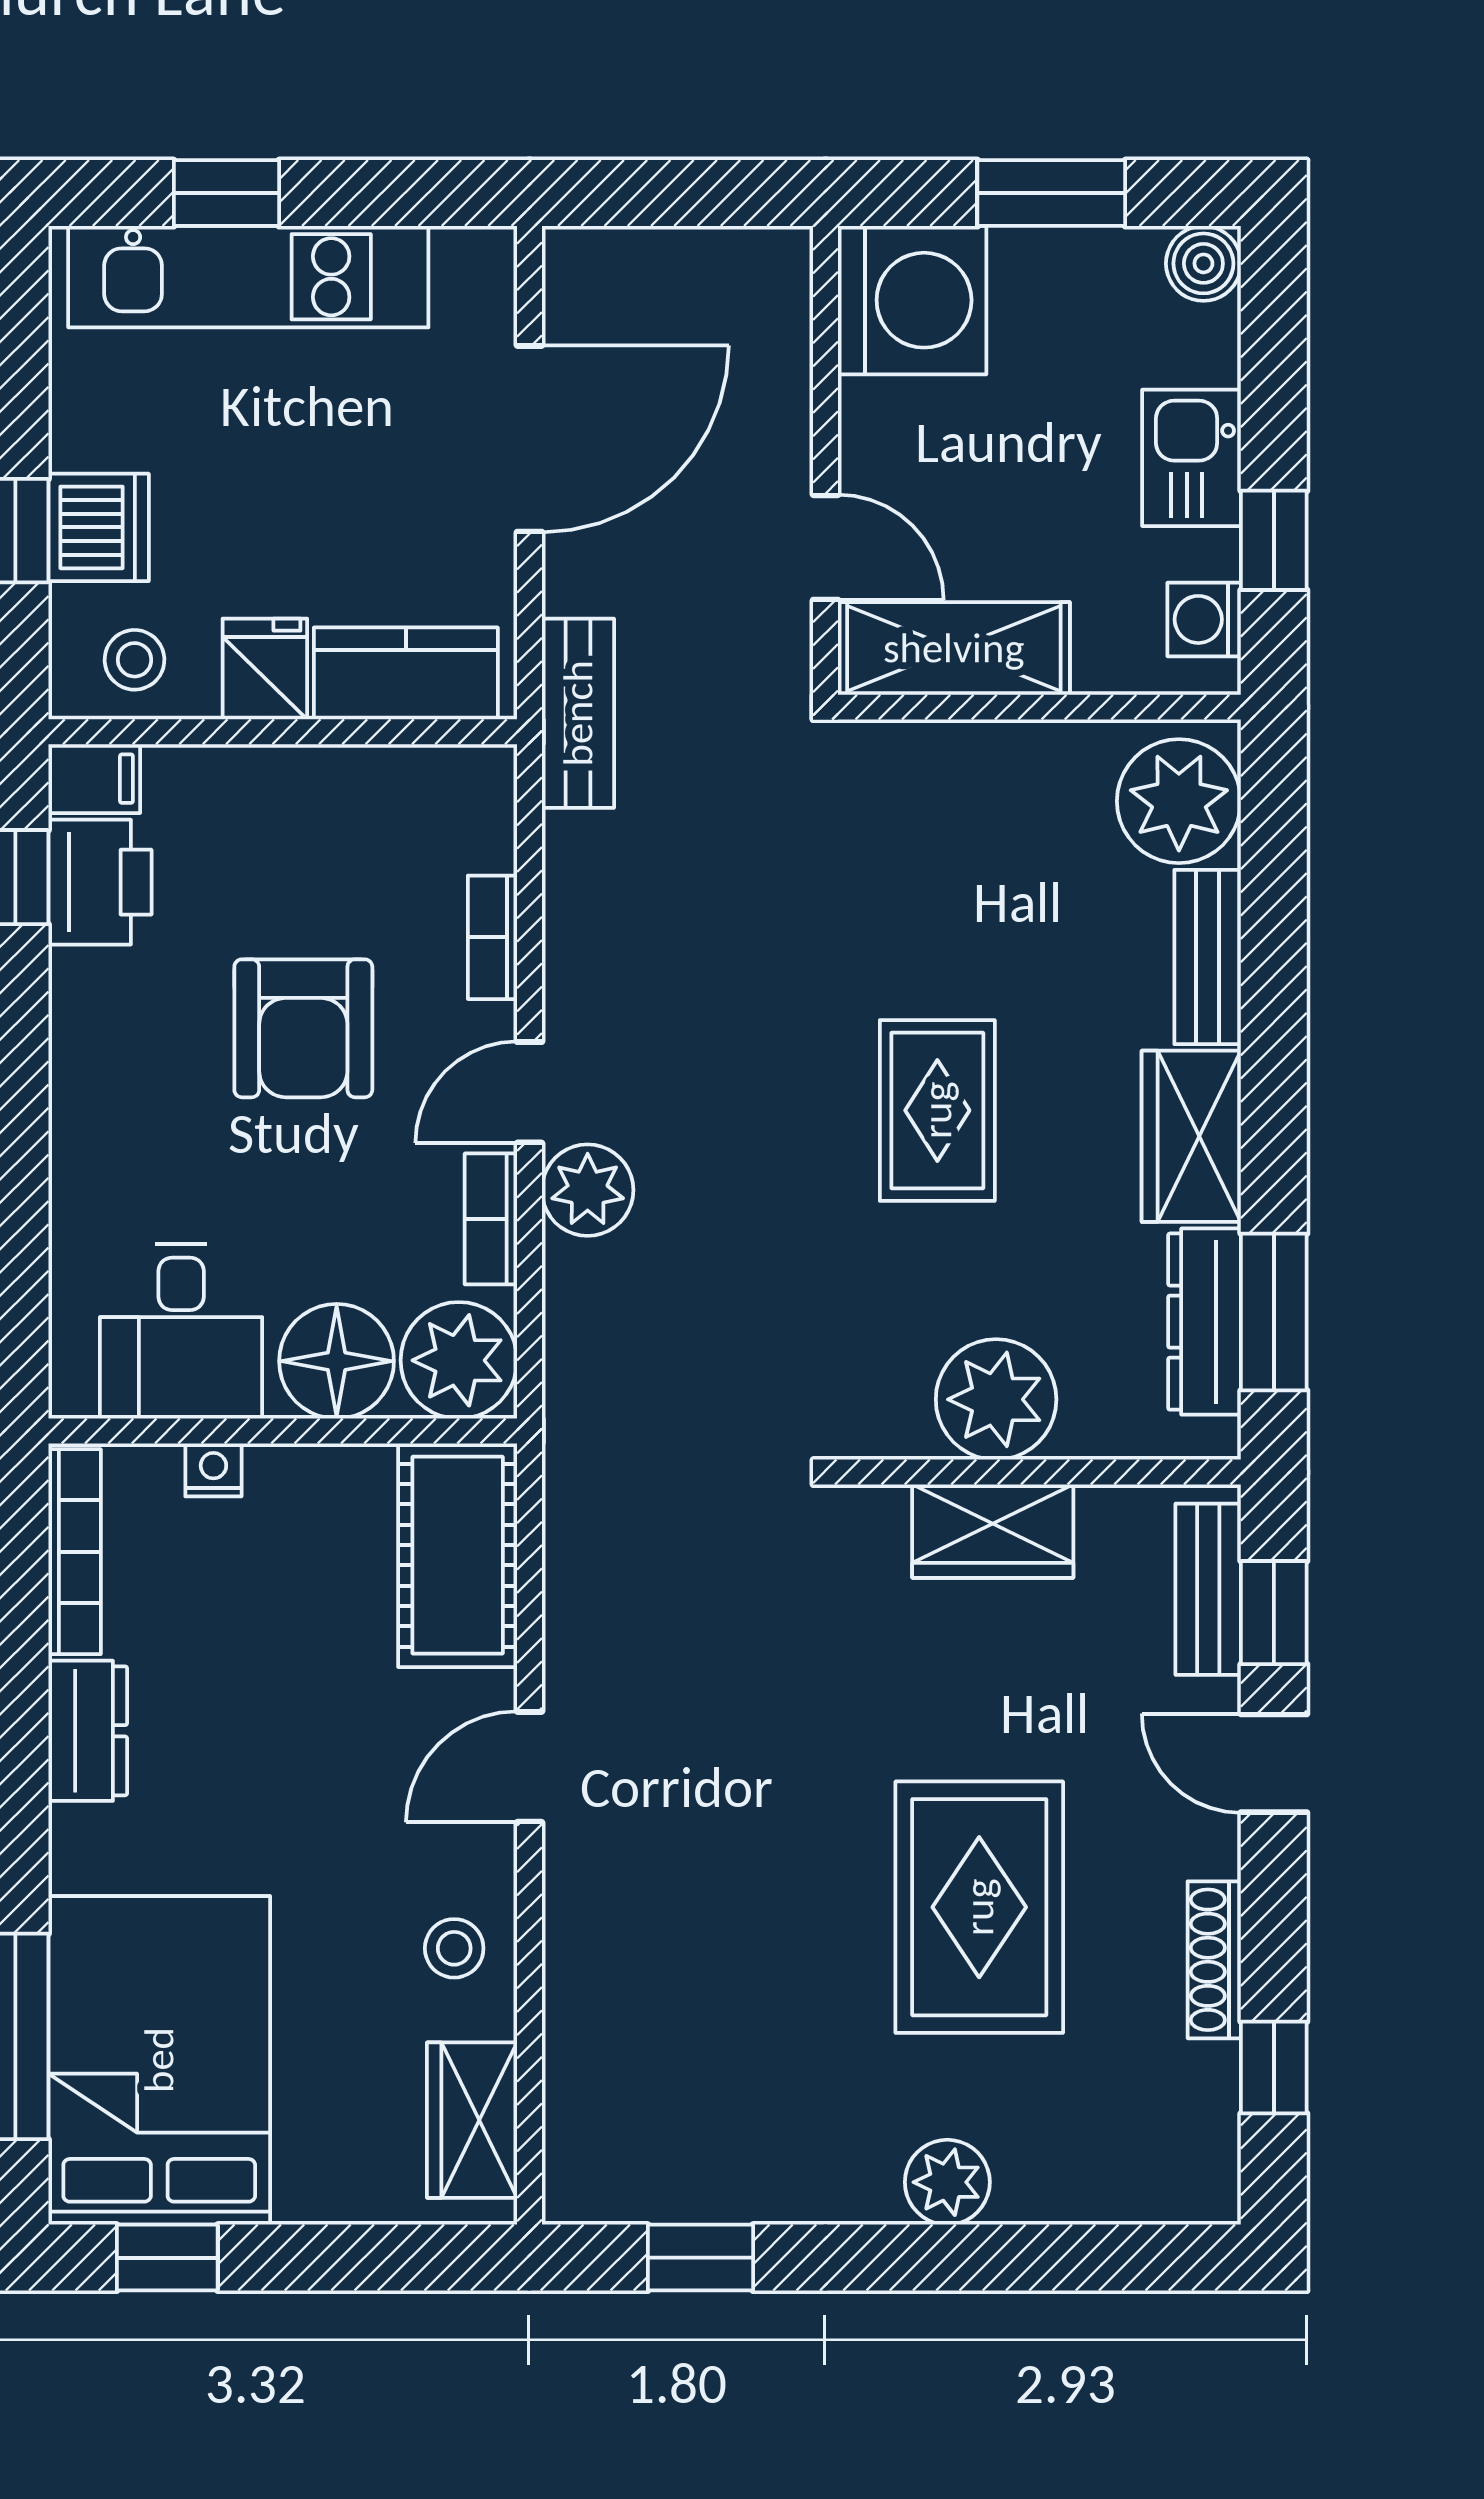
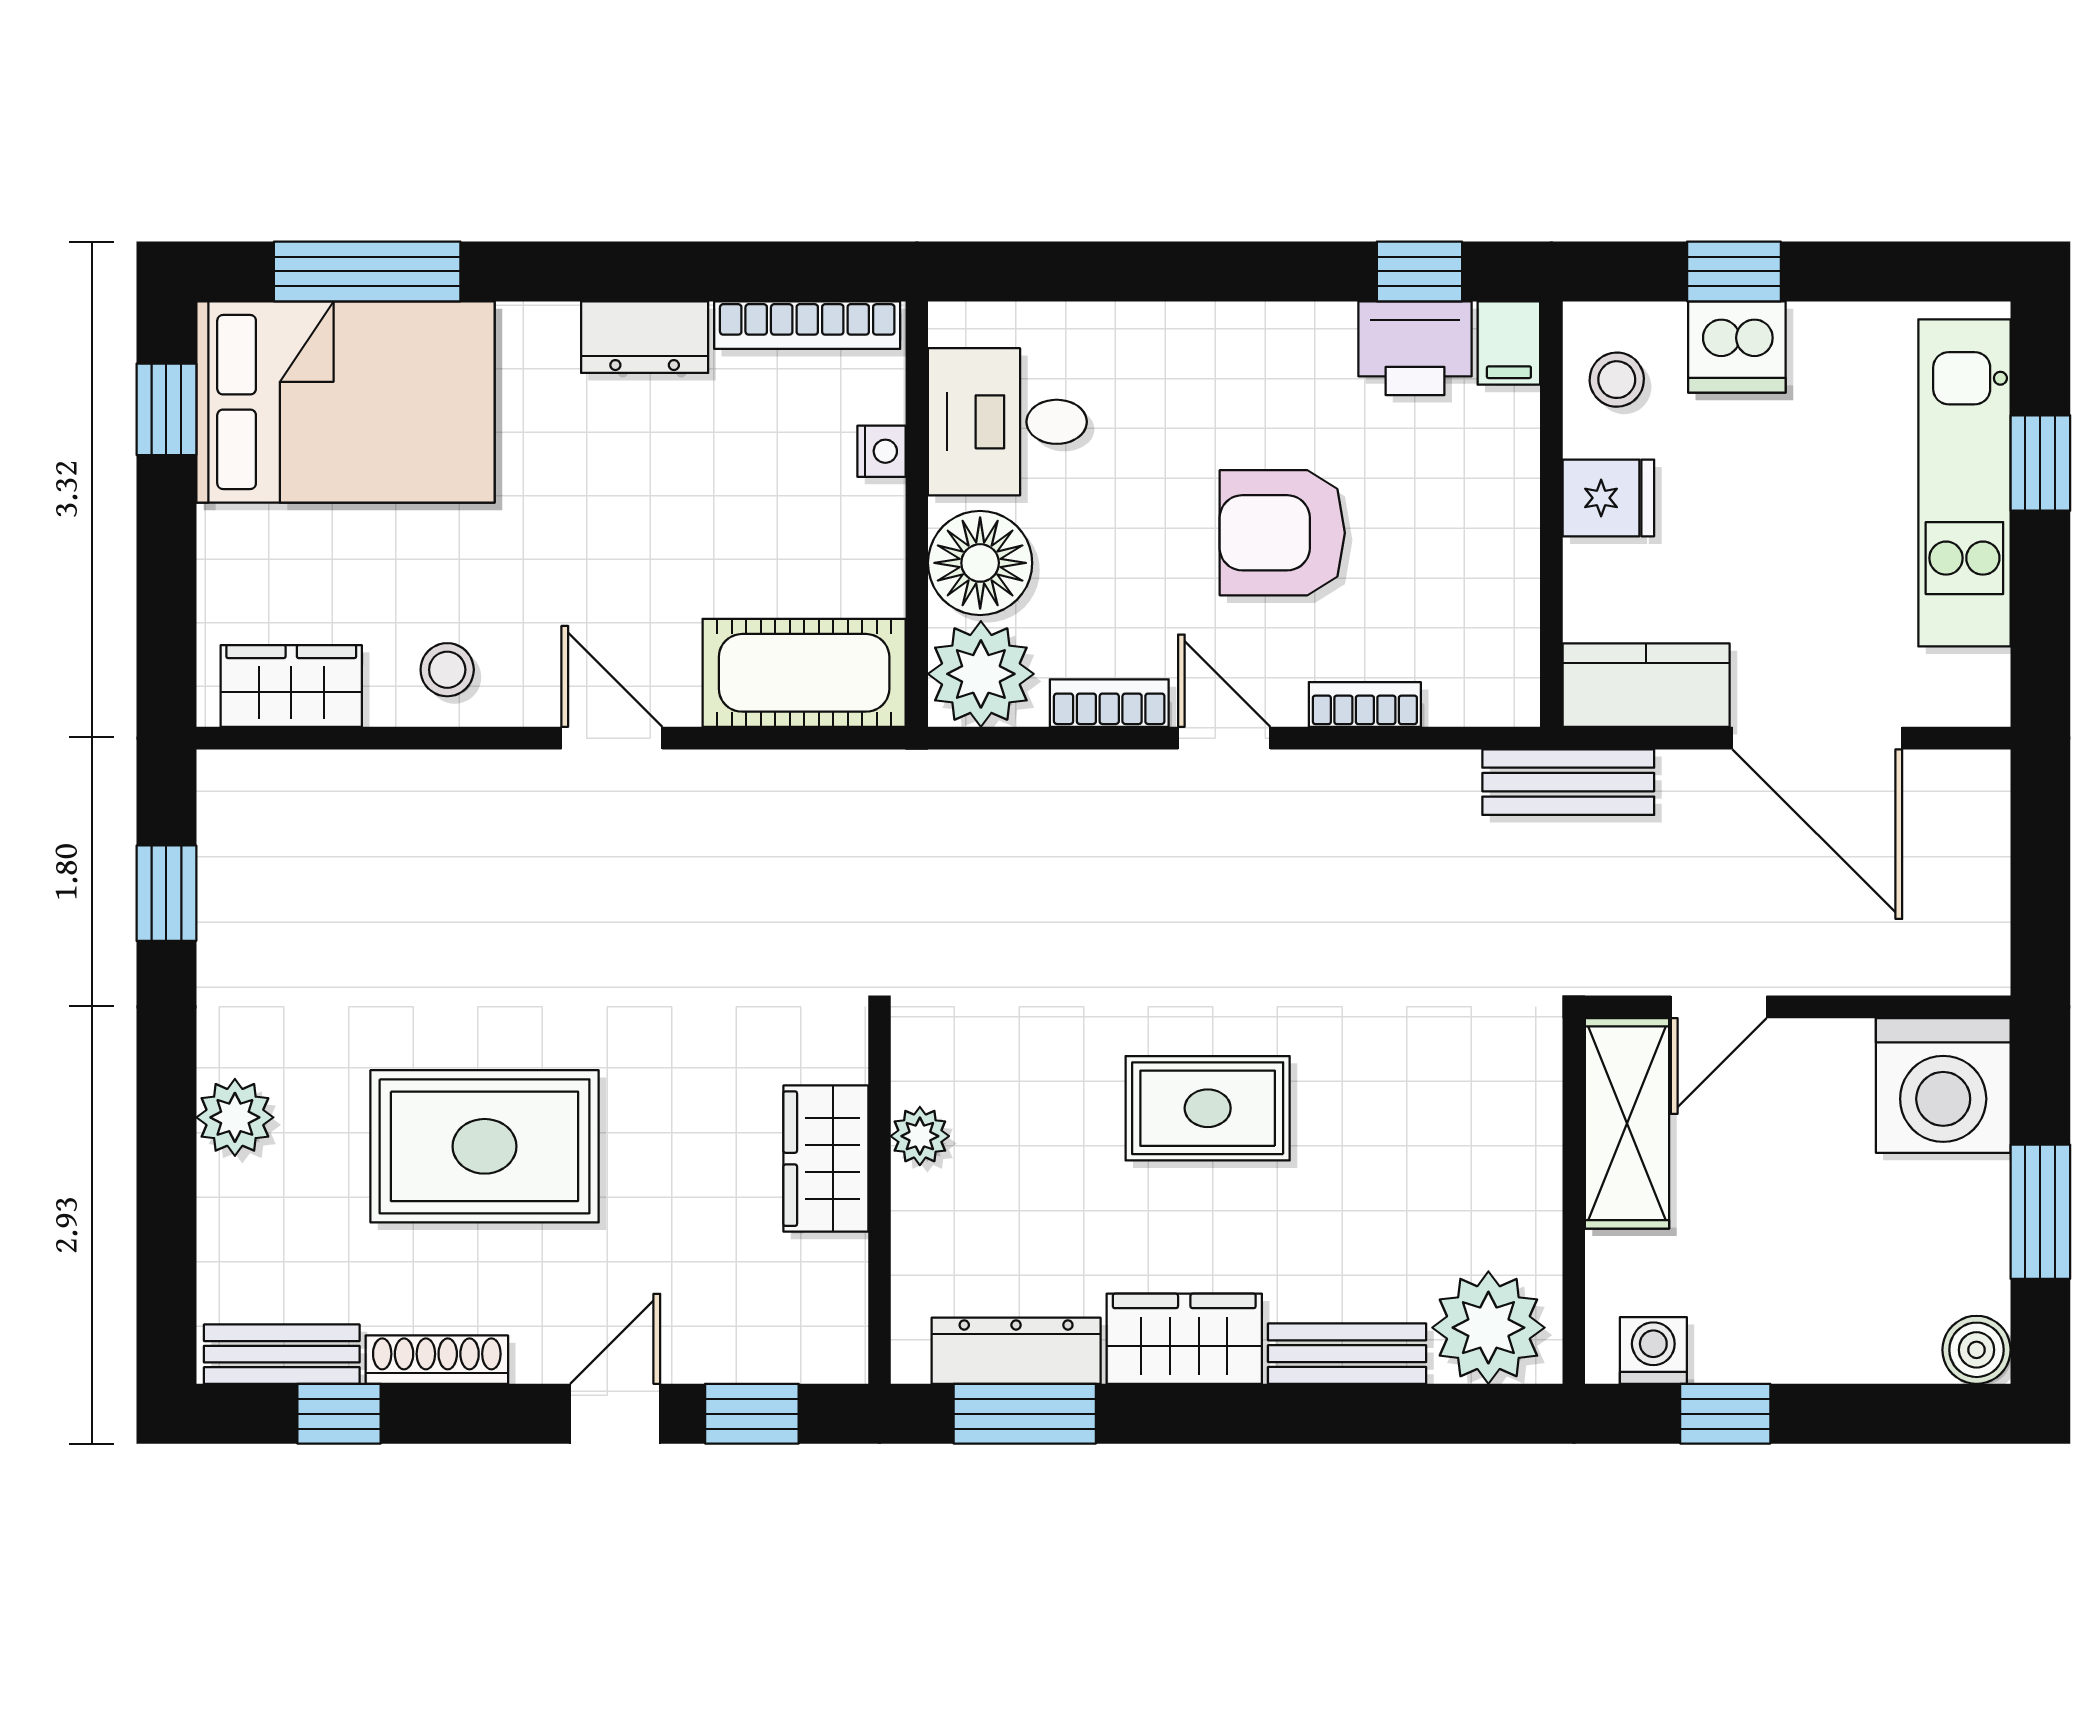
kitchen sink: (1192, 458) -> (1800, 1339), removed
kitchen counter: (406, 673) -> (1646, 685), moved, turned -90
plant: (588, 1190) -> (1135, 791), removed
plant: (996, 1399) -> (920, 1136), width x0.53, depth x0.53
bench: (1208, 1589) -> (282, 1354), moved

